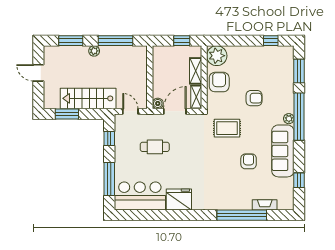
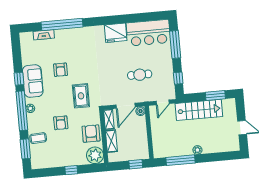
window: (71, 41) -> (218, 157), removed
window: (182, 41) -> (136, 164), moved
window: (271, 41) -> (71, 170), moved
armchair: (219, 82) -> (91, 134), turned 180
coffee table: (283, 82) -> (38, 138), added
armchair: (254, 98) -> (61, 123), turned -90
door: (130, 111) -> (163, 102), hinge flipped
rug: (227, 128) -> (81, 96), turned 90
sofa: (283, 151) -> (33, 81), width x0.73
window: (299, 180) -> (19, 79), moved

